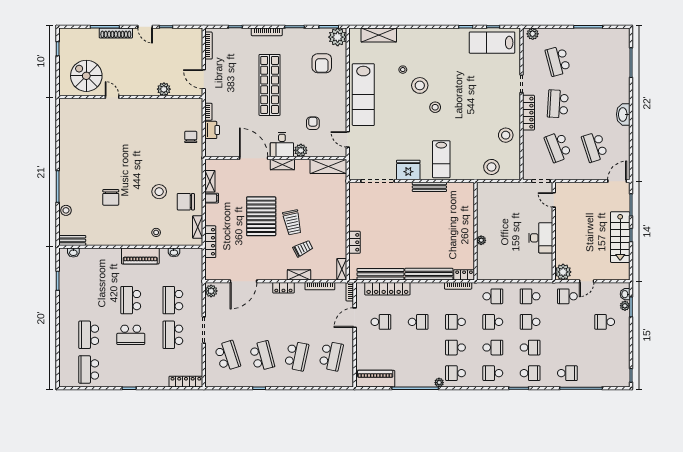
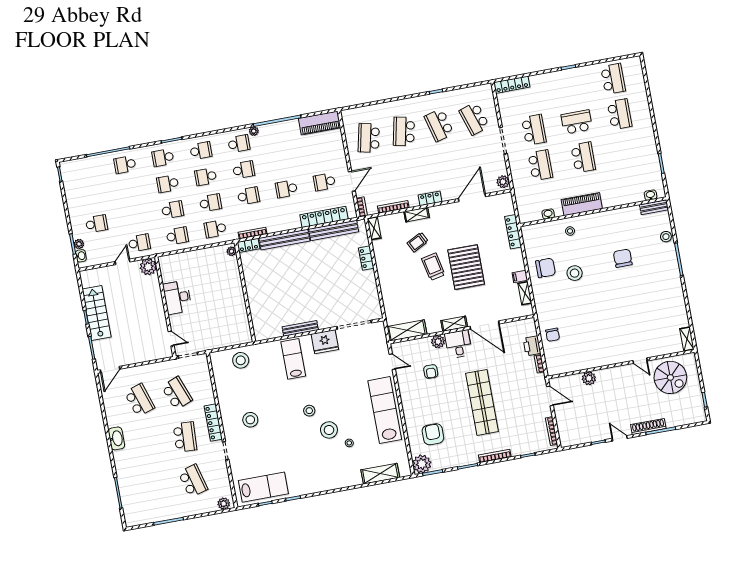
stool: (506, 135) -> (250, 420), moved
shelving: (198, 227) -> (687, 339), moved
plant: (481, 240) -> (231, 251), moved

